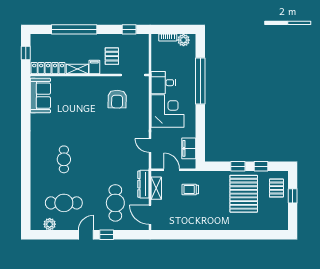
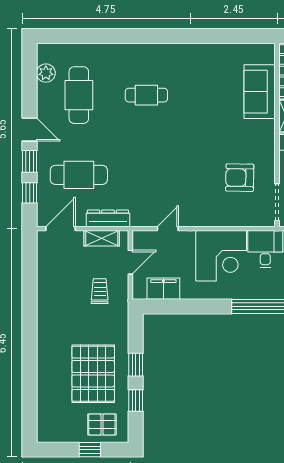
sofa: (40, 96) -> (260, 92), moved, turned 90
pallet: (244, 194) -> (93, 374), turned 90
window: (127, 235) -> (30, 193), added

